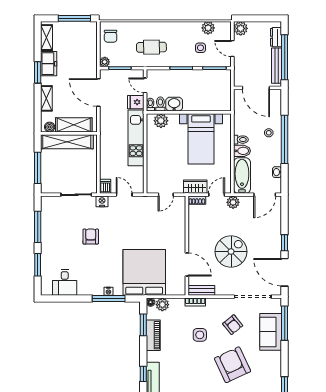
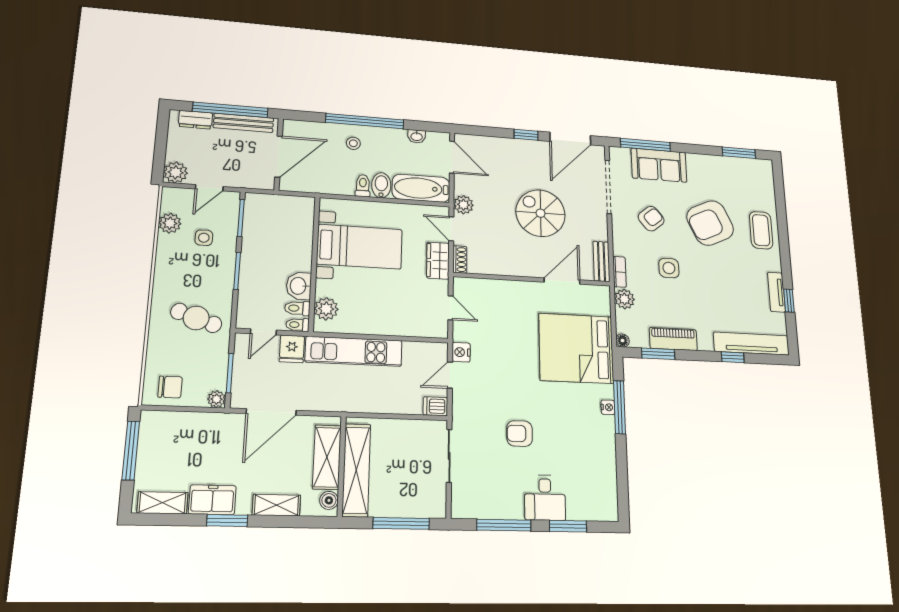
cafe table: (151, 47) -> (196, 318), turned -70
nightstand: (102, 201) -> (461, 352), moved
desk: (65, 282) -> (545, 498), moved, turned 90
plant: (162, 305) -> (624, 299), moved

